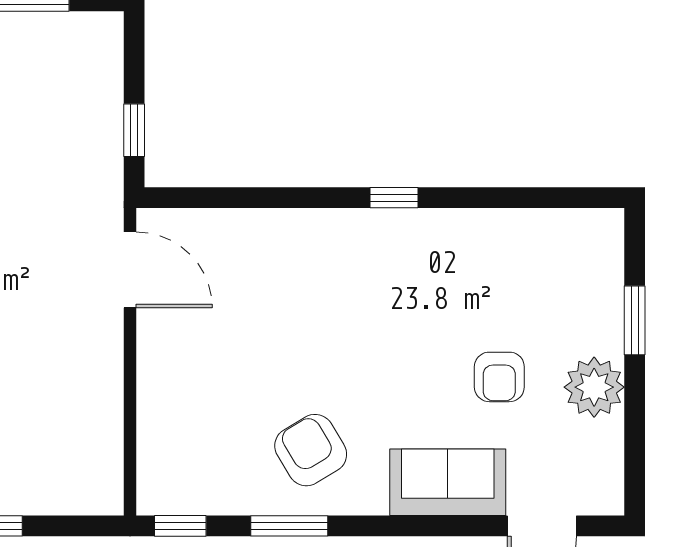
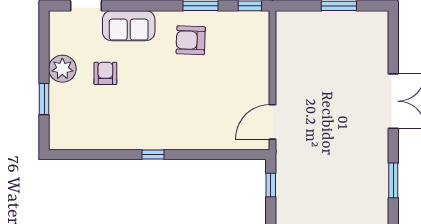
door: (130, 270) -> (273, 122), hinge flipped
armchair: (311, 450) -> (191, 40), turned 123

